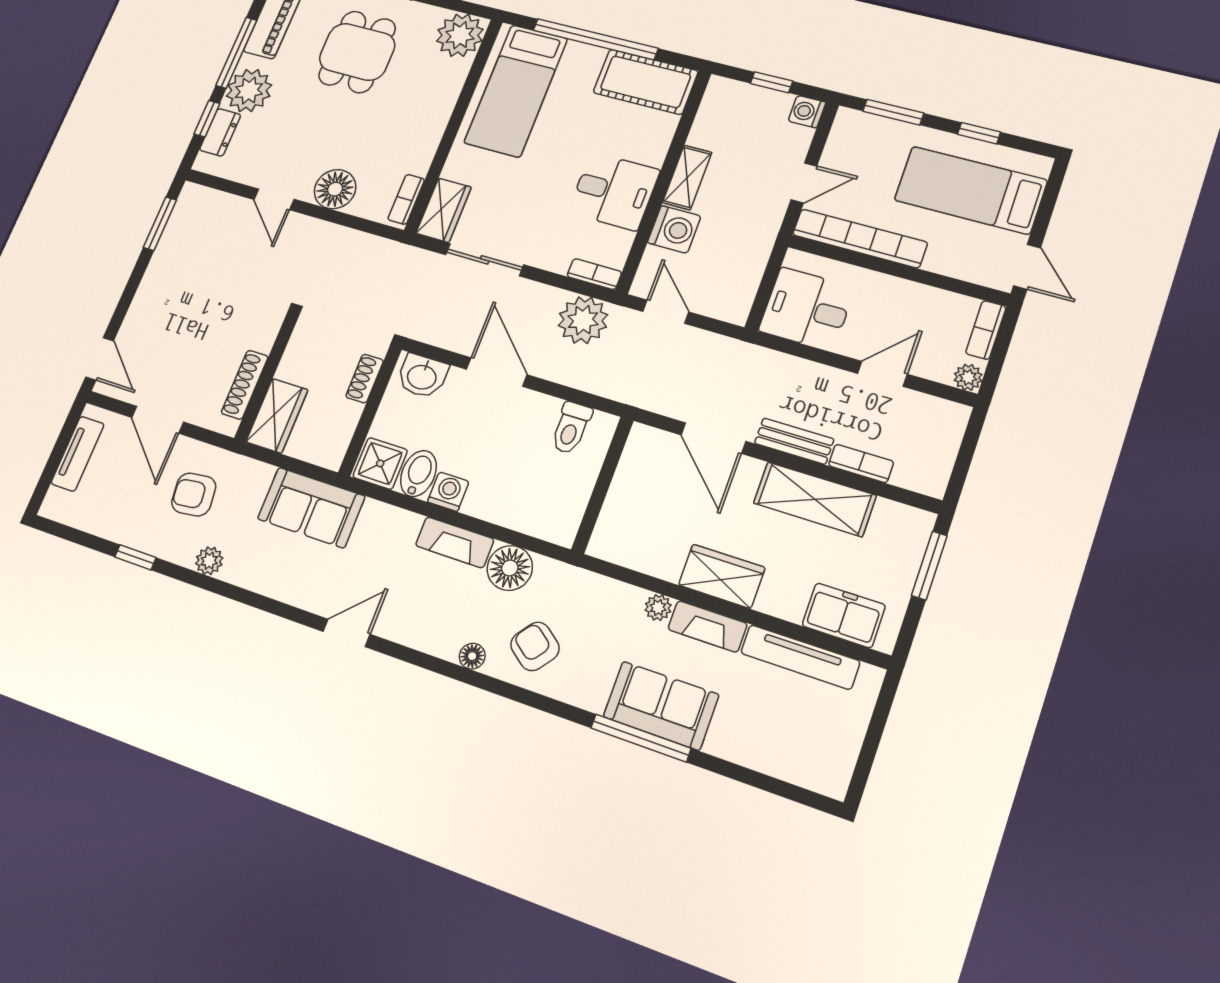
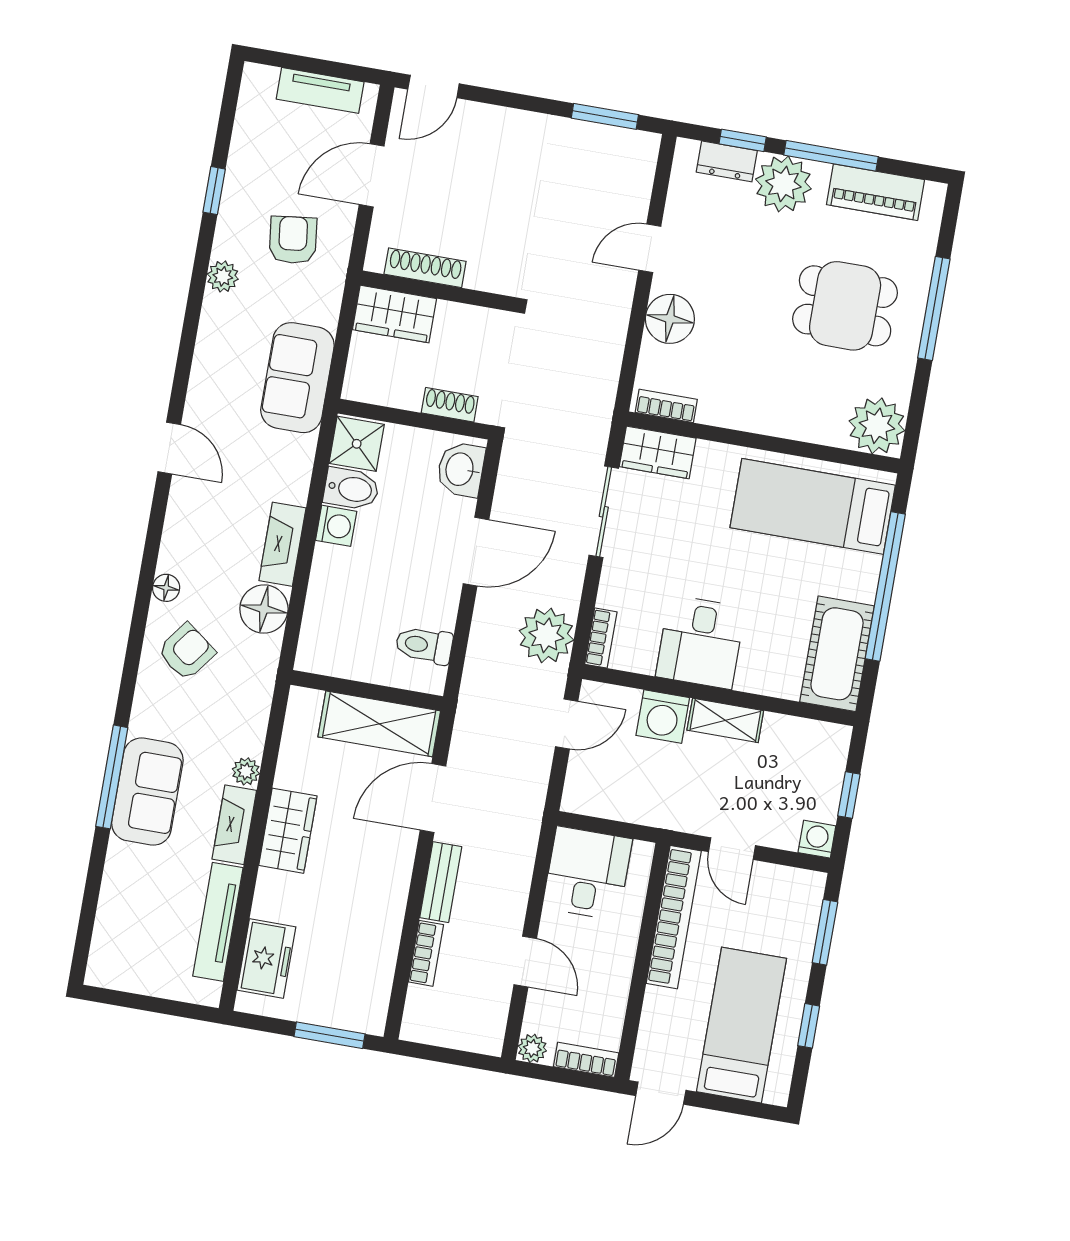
shelving: (815, 499) -> (379, 724), moved, turned 90

